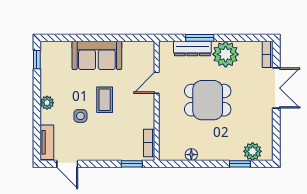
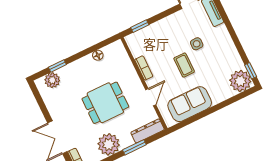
dresser: (192, 49) -> (148, 131), moved
sofa: (97, 55) -> (190, 104), moved
plant: (47, 103) -> (240, 81), moved, width x1.87, depth x1.87
bookcase: (149, 143) -> (144, 68), moved

